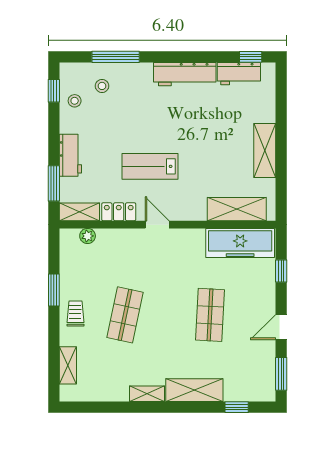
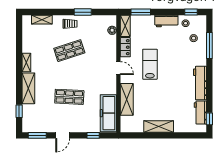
workbench: (70, 155) -> (166, 21), moved
shelving: (237, 209) -> (127, 99), moved
door: (157, 225) -> (118, 68), hinge flipped
shop shelf: (125, 315) -> (69, 51), turned -30
door: (281, 327) -> (63, 135), swing flipped

